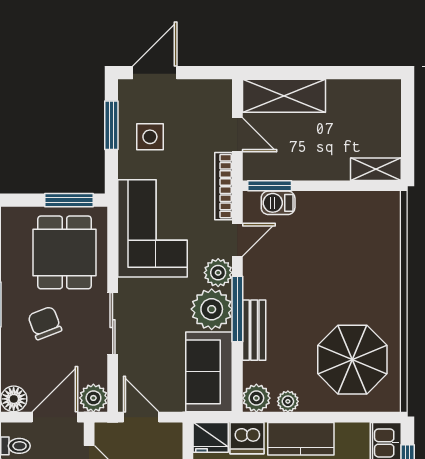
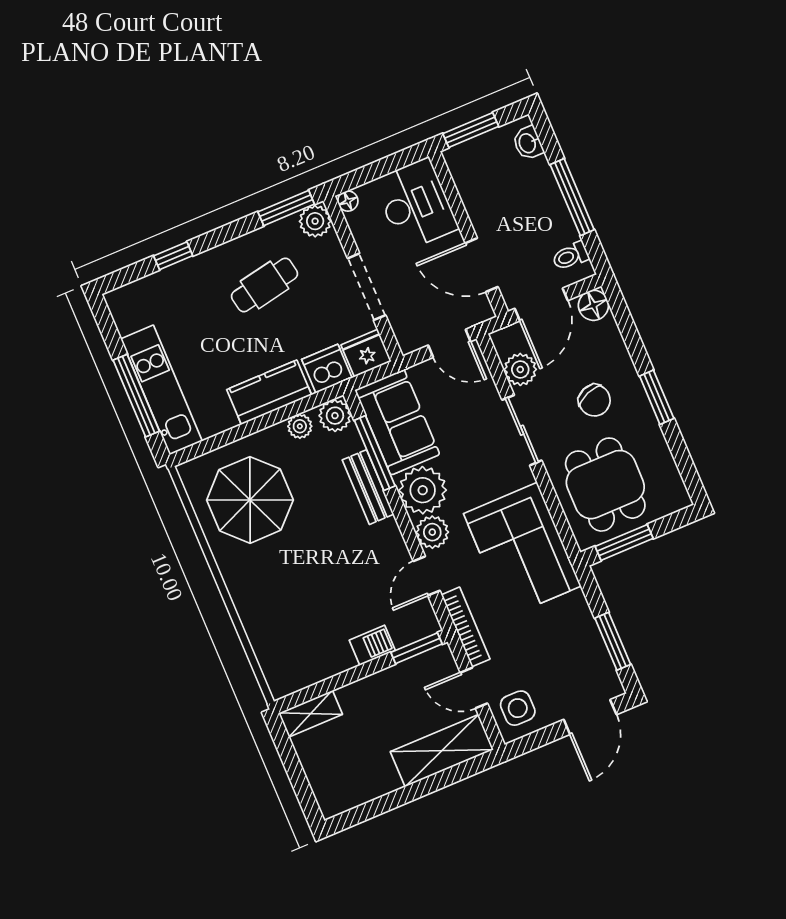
side table: (150, 137) -> (518, 708), moved
barbecue: (278, 203) -> (372, 645), moved
window: (237, 309) -> (375, 453), moved
plant: (93, 398) -> (520, 369), moved

